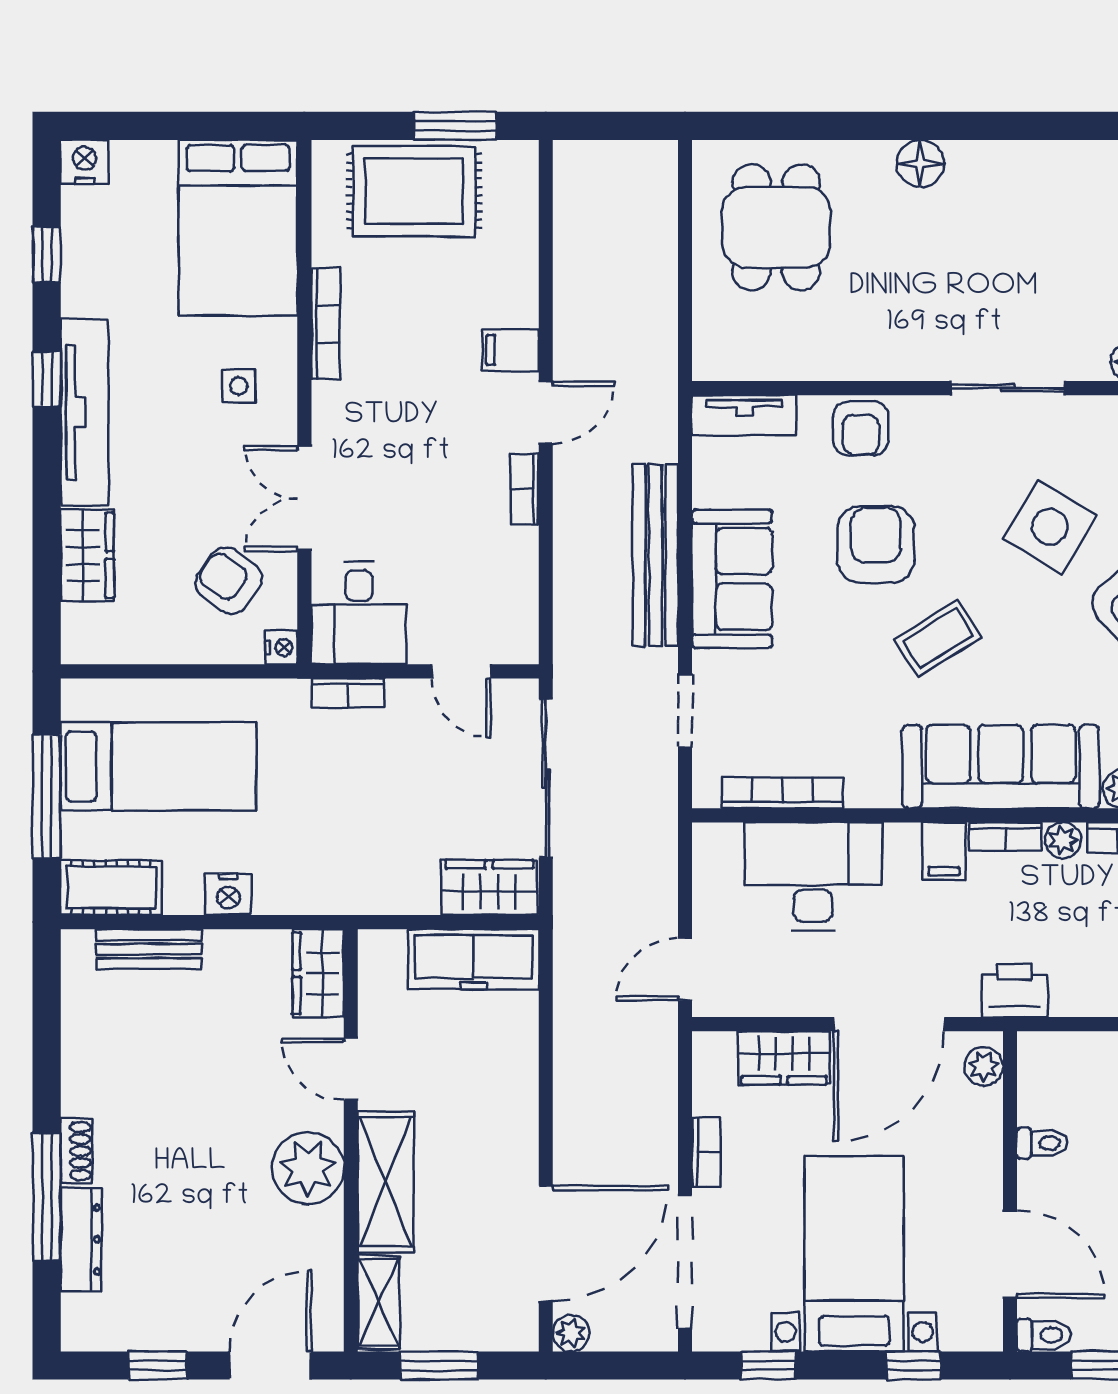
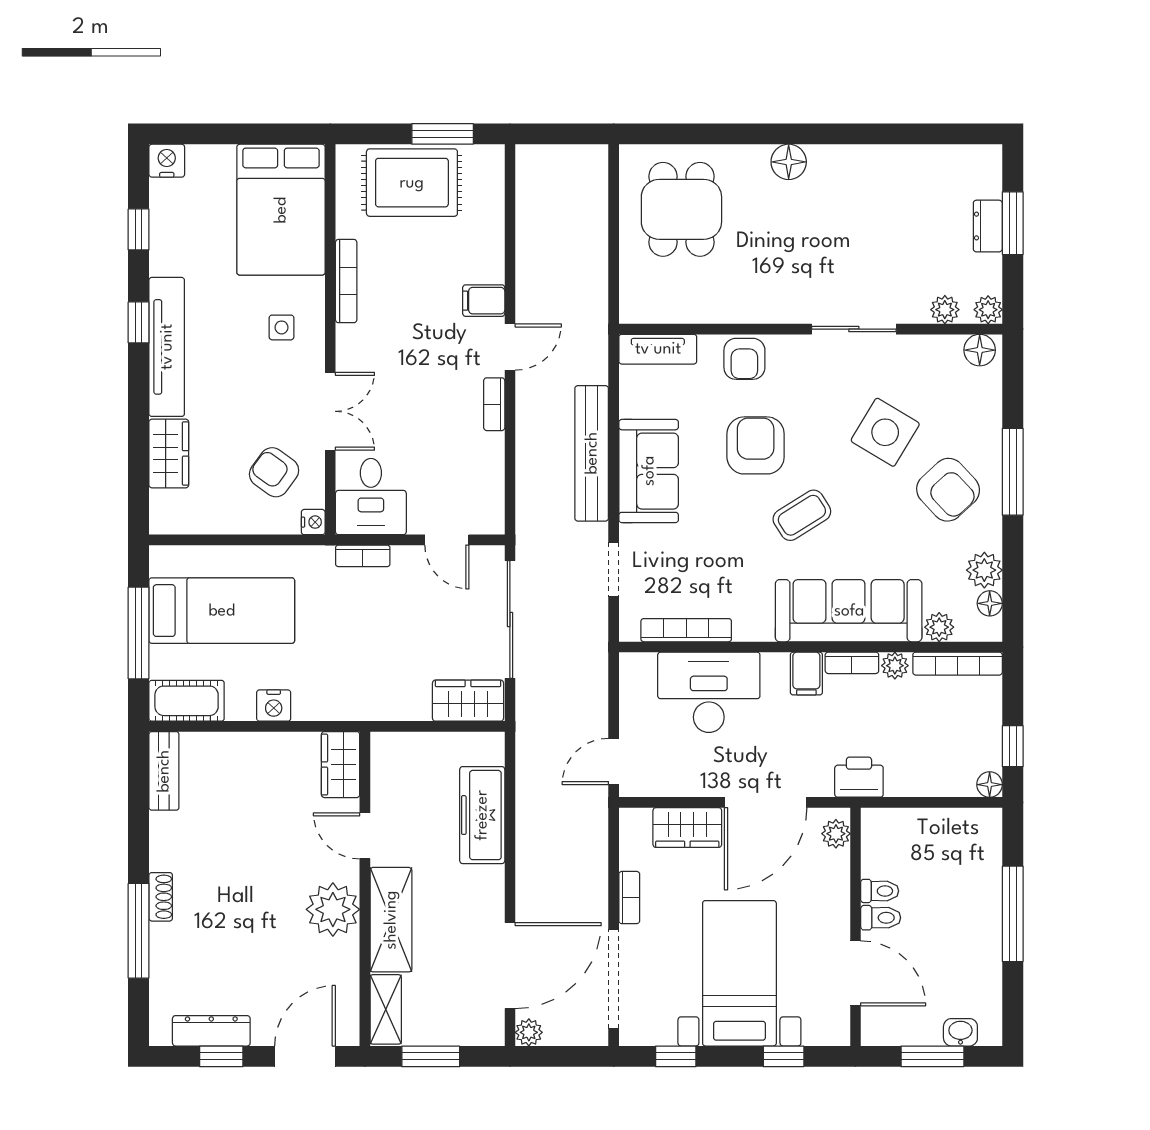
double door: (304, 499) -> (330, 411), swing flipped
bench: (149, 949) -> (164, 771), moved, turned 90
freezer: (474, 959) -> (482, 815), moved, turned 90
dresser: (81, 1239) -> (211, 1031), moved, turned -90
toilet: (1044, 1335) -> (881, 918), moved

